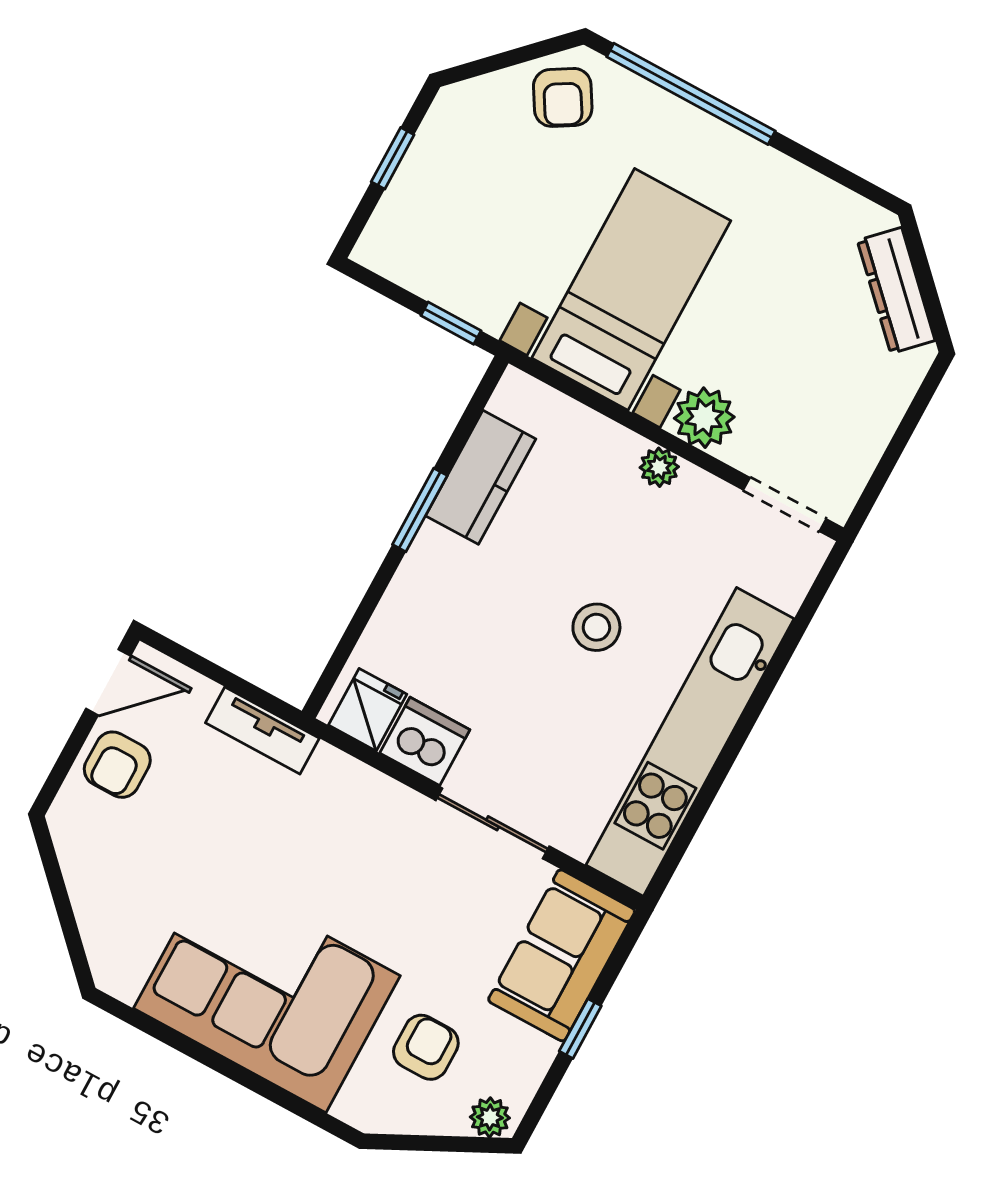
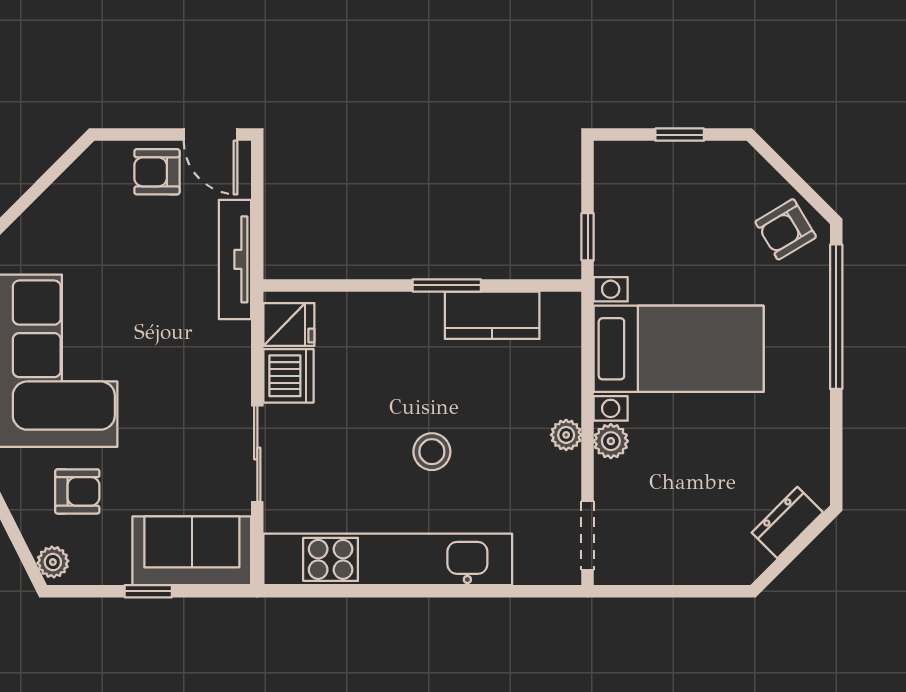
dresser: (896, 290) -> (787, 523), width x0.70
plant: (704, 418) -> (611, 441), width x0.73, depth x0.73
tv unit: (262, 730) -> (235, 259), width x1.41

